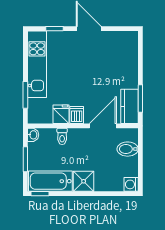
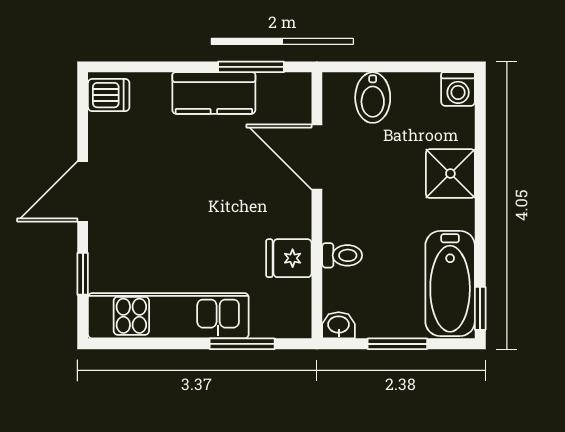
kitchen counter: (129, 106) -> (214, 93), moved
dishwasher: (77, 115) -> (109, 95), moved, turned 180
shower: (84, 181) -> (450, 174), moved

